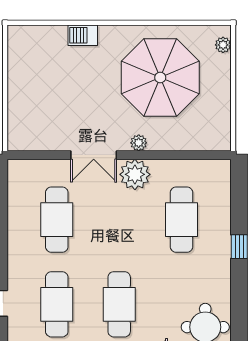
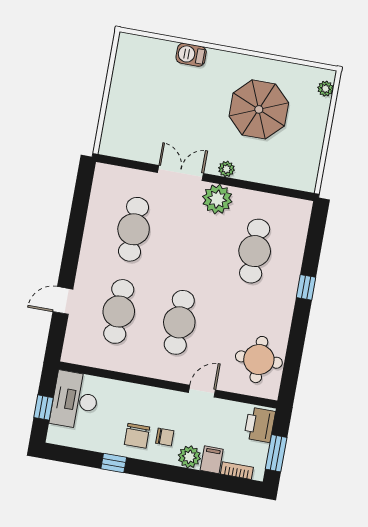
parasol: (160, 78) -> (259, 109), width x0.73, depth x0.73
double door: (94, 155) -> (180, 173), swing flipped

